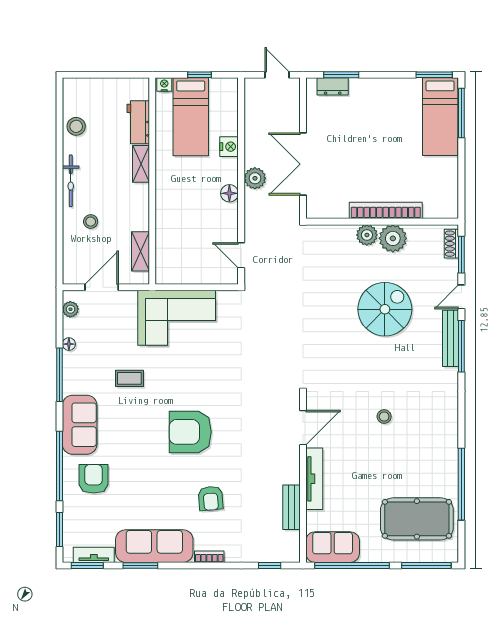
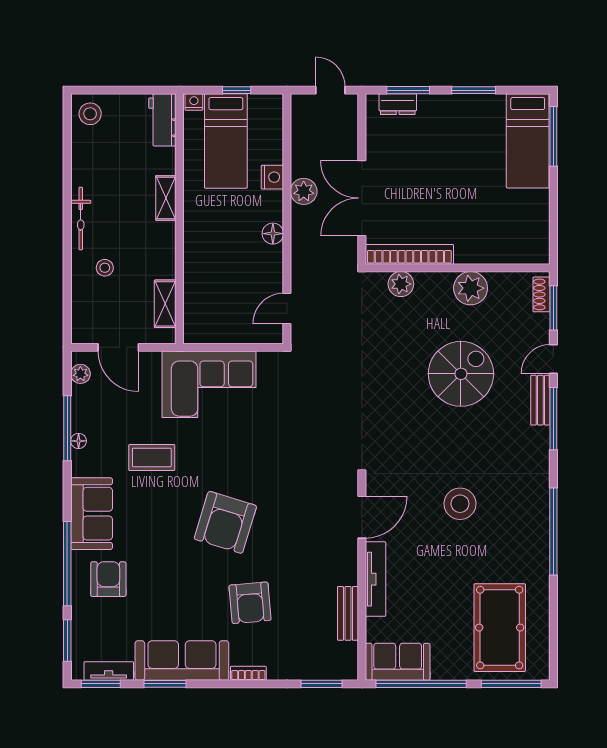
window: (434, 75) -> (474, 90), moved
workbench: (138, 122) -> (162, 120), moved
stool: (76, 126) -> (90, 114), moved
plant: (255, 178) -> (304, 191), moved
bookcase: (386, 210) -> (409, 254), moved
plant: (367, 235) -> (401, 284), moved
door: (241, 255) -> (287, 309), hinge flipped
door: (102, 287) -> (118, 347), swing flipped
bench: (451, 338) -> (540, 400), width x0.73
floor lamp: (69, 344) -> (79, 441), moved
window: (60, 375) -> (67, 428), moved
coffee table: (129, 378) -> (152, 457), width x1.36, depth x1.30
stool: (384, 417) -> (460, 504), width x1.89, depth x1.89
armchair: (190, 432) -> (225, 522), turned -73
window: (461, 484) -> (553, 531), moved
armchair: (211, 498) -> (250, 603), width x1.38, depth x1.38
pool table: (417, 519) -> (500, 628), turned 90
window: (270, 565) -> (321, 684), width x1.50

